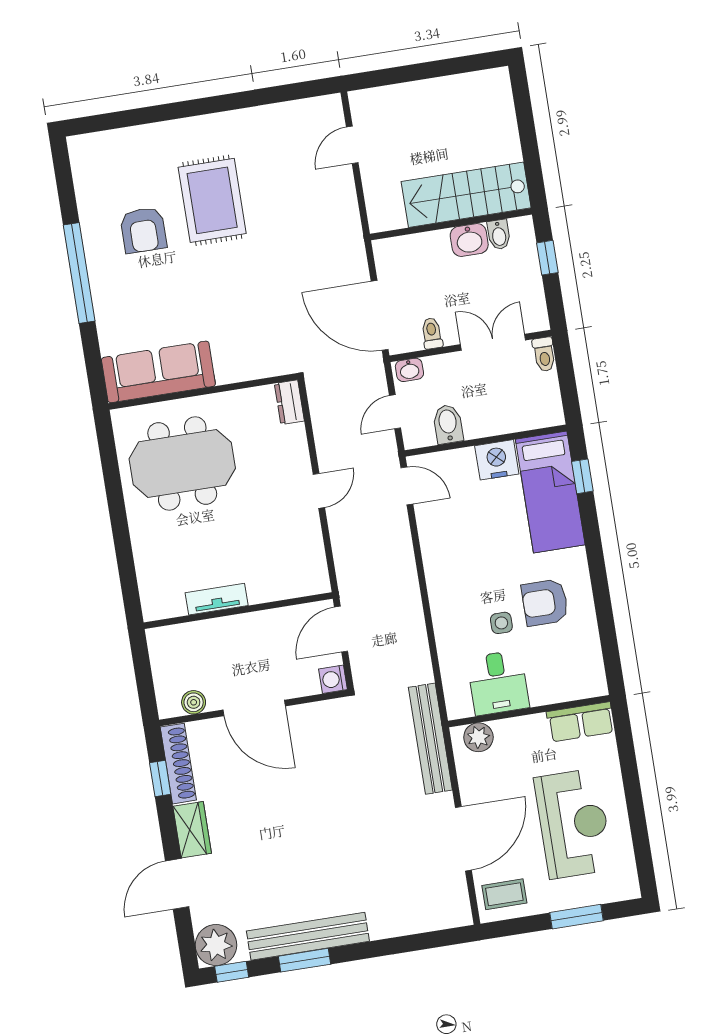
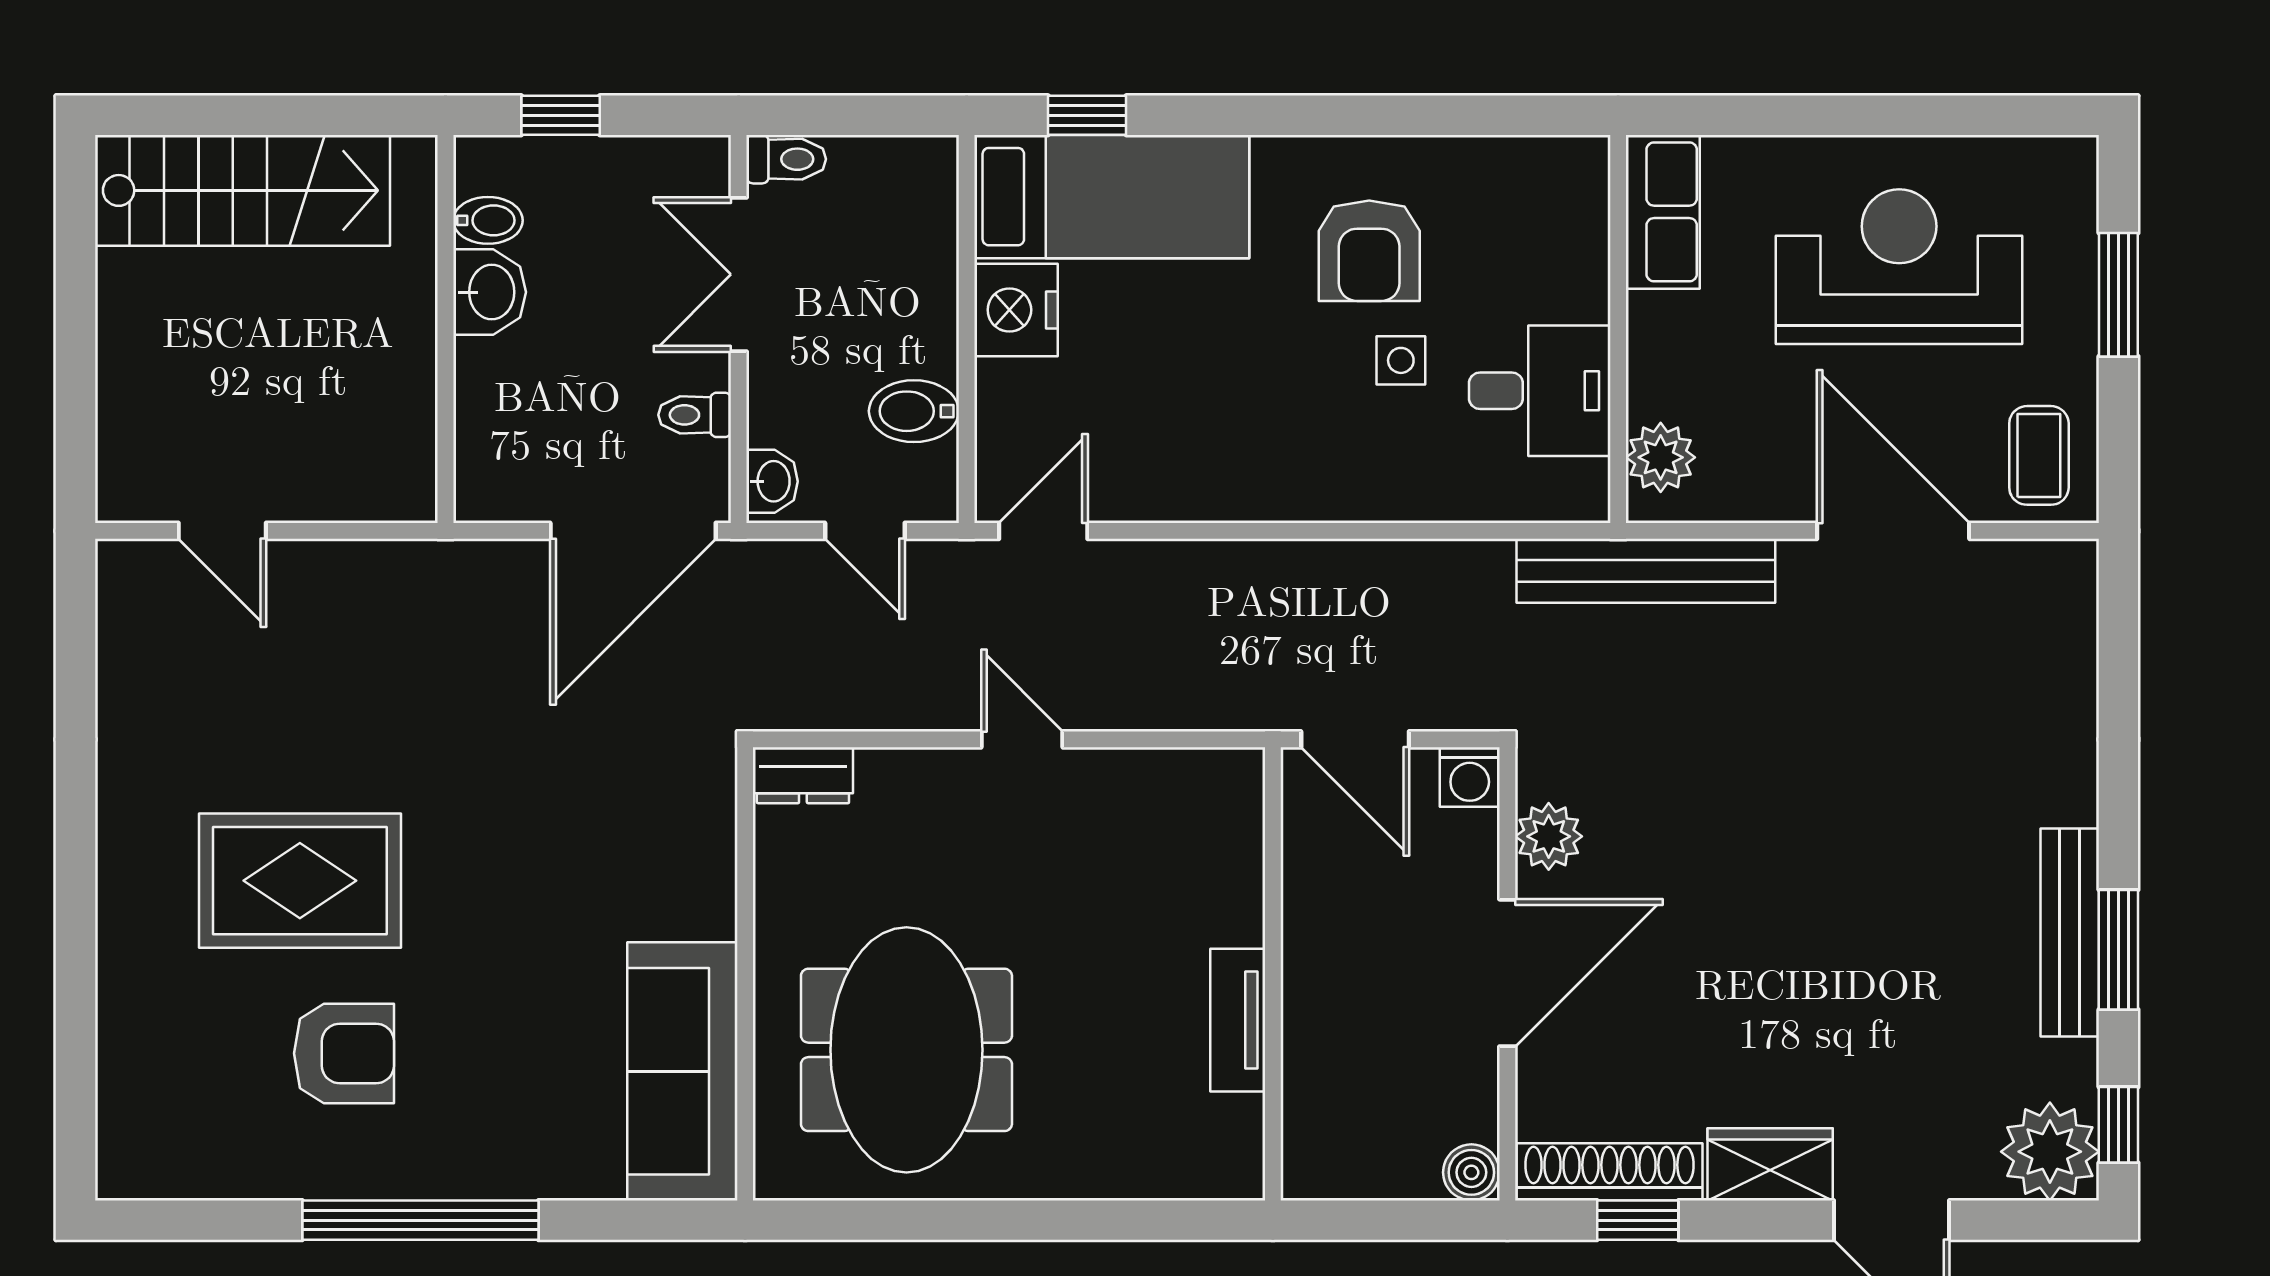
stairs: (466, 195) -> (242, 190), moved, turned -90
boiler: (194, 702) -> (1471, 1172), moved
plant: (314, 716) -> (1549, 836), added
bench: (308, 936) -> (2070, 932), width x0.73, depth x0.82

